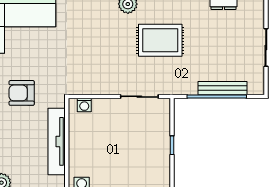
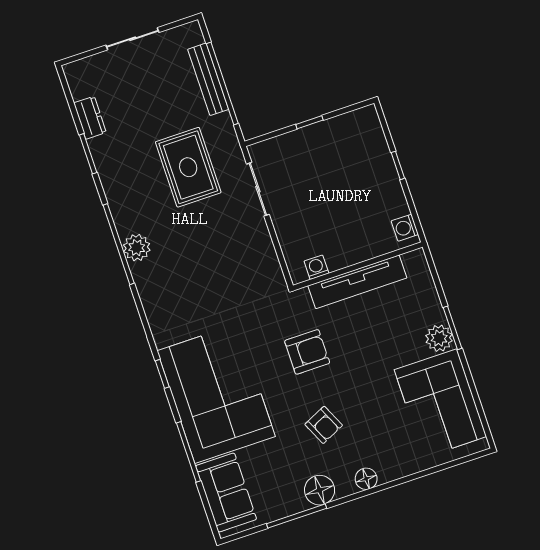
rug: (160, 40) -> (188, 167), moved
armchair: (22, 93) -> (307, 352), turned -90
washing machine: (84, 105) -> (316, 267), moved, turned -90

